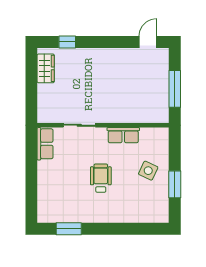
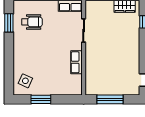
side table: (148, 171) -> (25, 81), moved
wheelchair: (101, 178) -> (32, 22), moved

